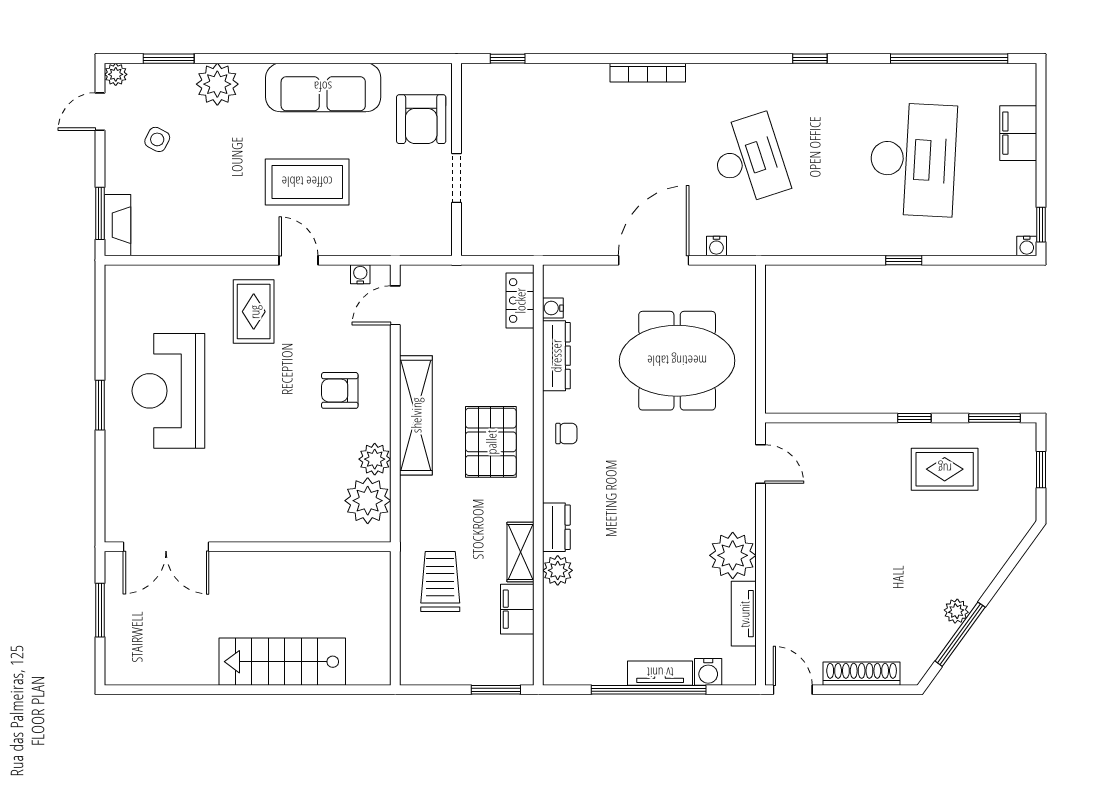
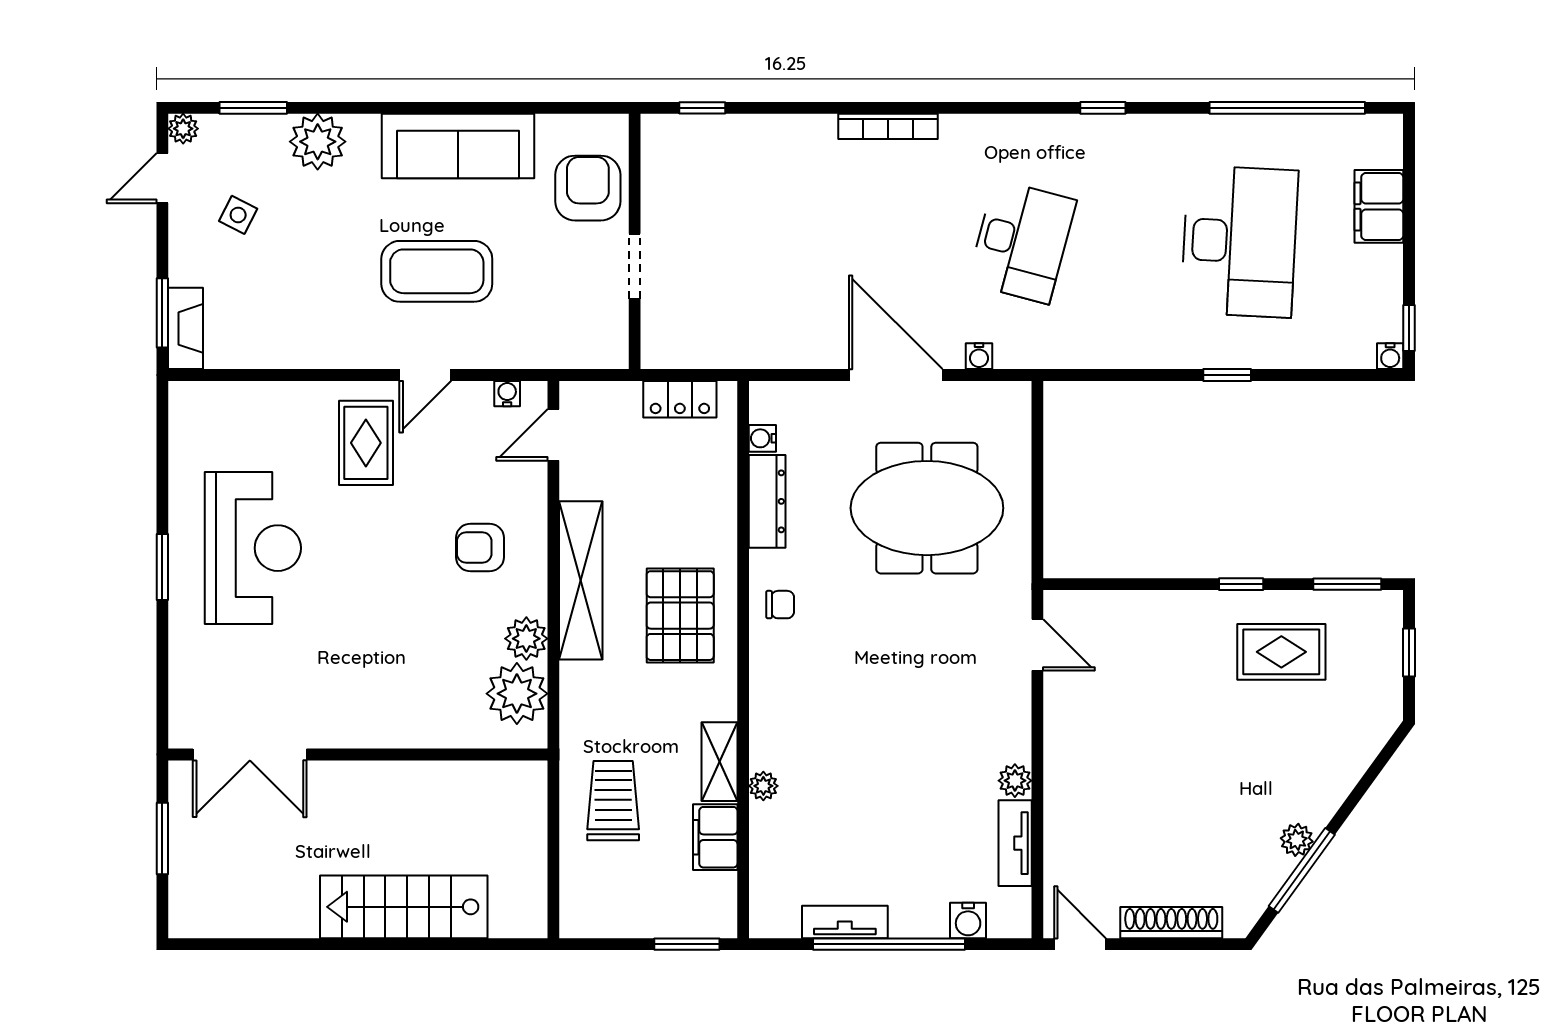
armchair: (421, 119) -> (588, 188), turned 180
desk: (749, 159) -> (1022, 241), turned 33
door: (298, 260) -> (425, 375), swing flipped
door: (654, 260) -> (896, 375), hinge flipped
locker: (520, 301) -> (680, 399), moved, turned -90
reception desk: (168, 391) -> (253, 548), turned 180
dresser: (556, 527) -> (767, 729), removed
plant: (733, 555) -> (1015, 781), width x0.53, depth x0.53
plant: (558, 570) -> (763, 786), width x0.73, depth x0.73
tv unit: (660, 673) -> (845, 922), moved

